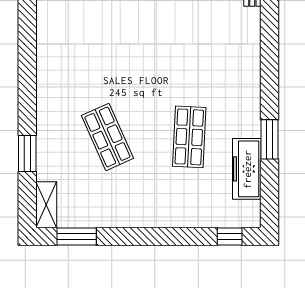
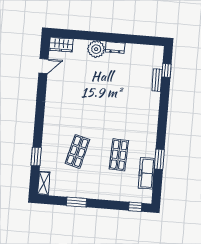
shop shelf: (107, 137) -> (77, 151), turned 39
window: (77, 236) -> (77, 202), moved

